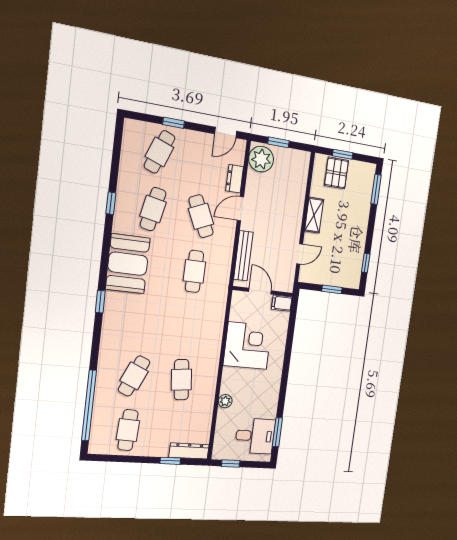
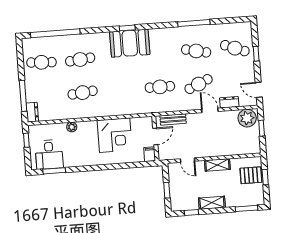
window: (111, 203) -> (194, 23), width x2.17
shelving: (360, 233) -> (212, 203), added
bench: (243, 256) -> (173, 119), width x0.73
booth: (128, 264) -> (130, 43), moved
cafe table: (134, 376) -> (80, 60), turned -30
dresser: (189, 451) -> (32, 112), width x0.70
window: (170, 461) -> (23, 96), width x2.17

